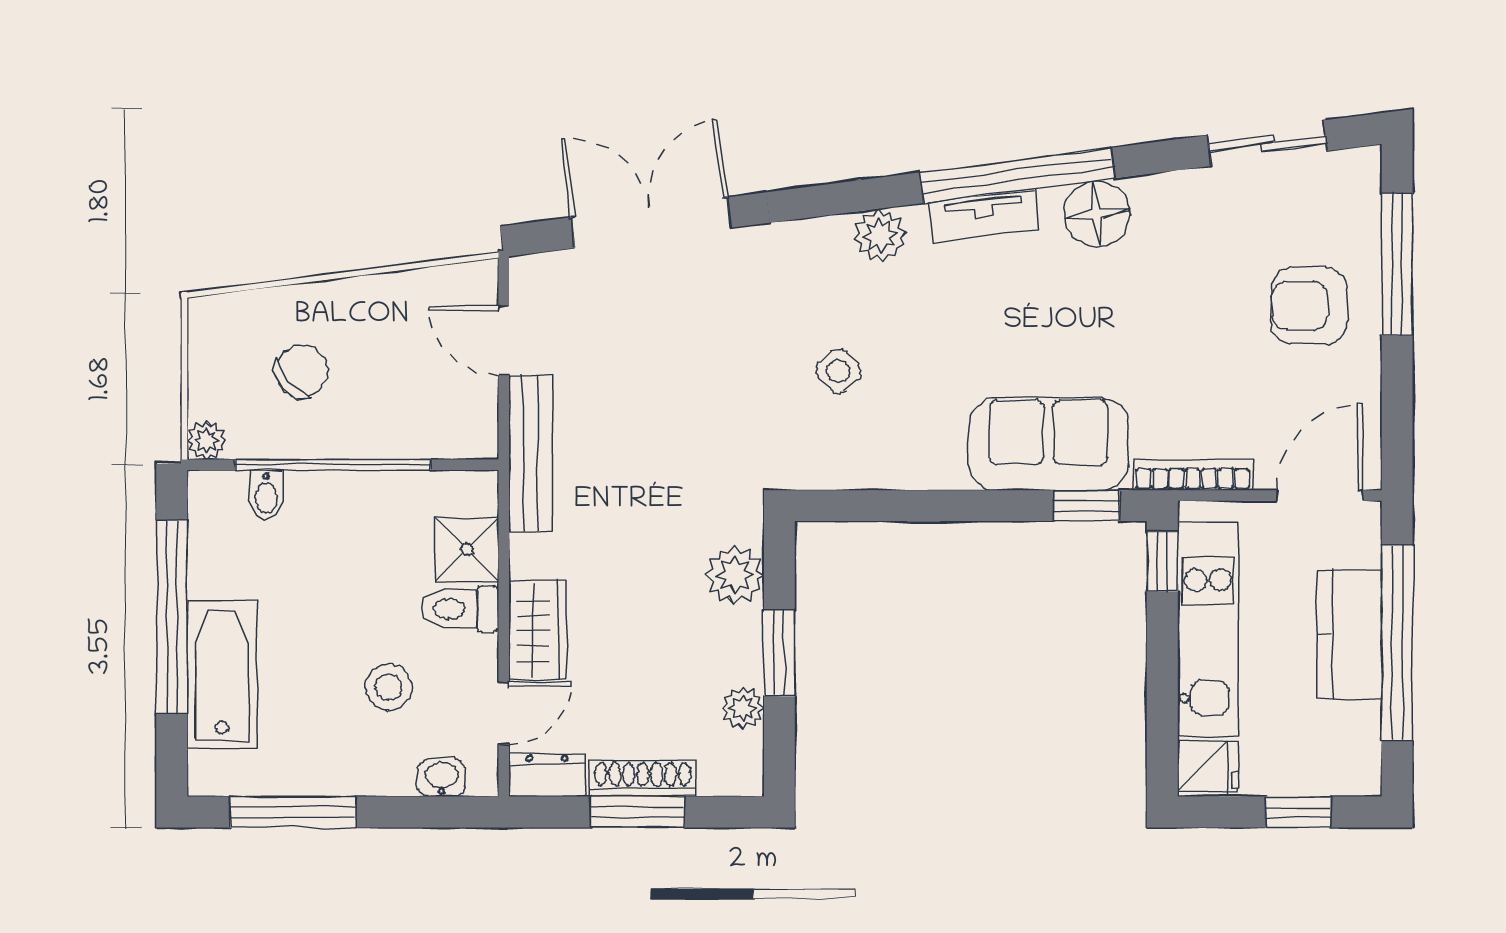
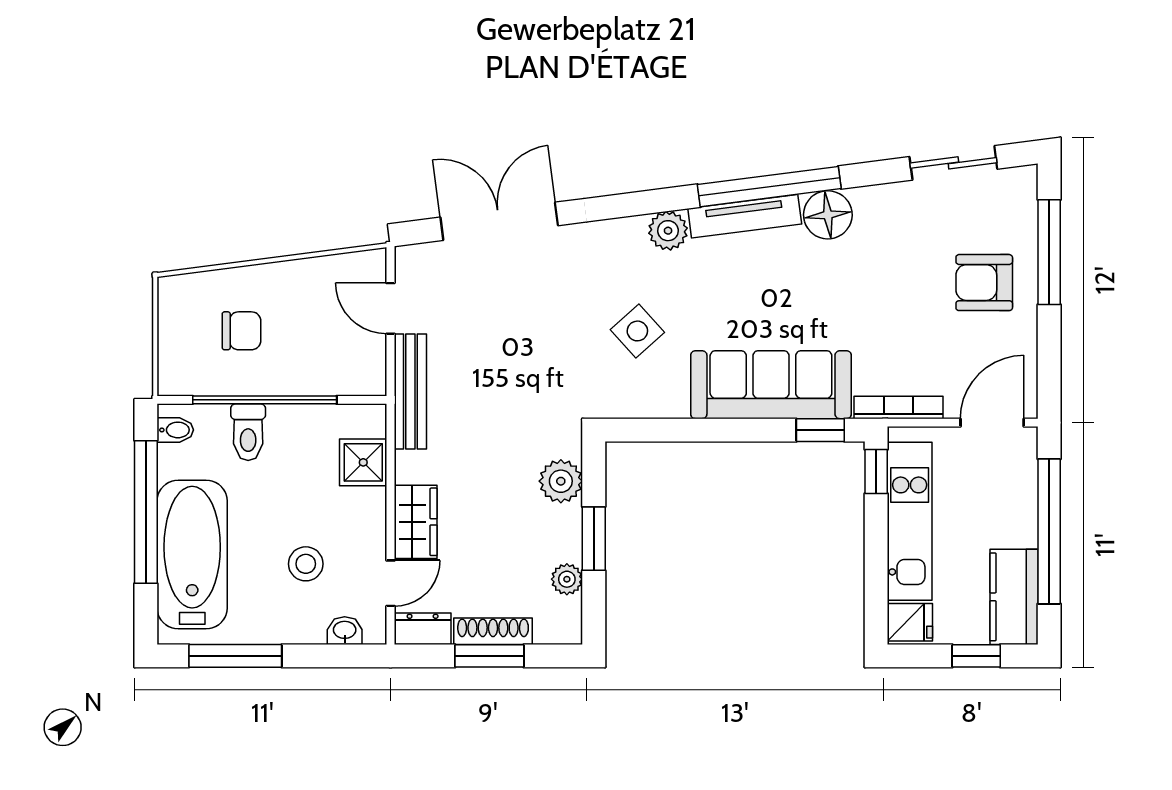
tv unit: (984, 216) -> (745, 216), width x1.41
chair: (302, 371) -> (242, 331), turned 41
side table: (839, 371) -> (637, 331), width x1.37, depth x1.37
plant: (206, 440) -> (171, 382), removed
sofa: (1049, 444) -> (771, 385), width x1.36
bidet: (266, 495) -> (175, 430), moved, turned -90
toilet: (460, 609) -> (248, 432), moved, turned -90
kitchen counter: (1349, 634) -> (1014, 597), moved
bathtub: (222, 674) -> (192, 554), width x1.36, depth x1.36

